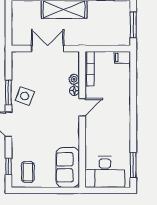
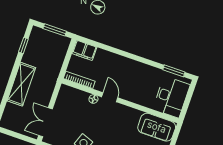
double door: (48, 49) -> (45, 122), moved
filing cabinet: (122, 57) -> (84, 50), width x2.00
plant: (74, 79) -> (84, 96), removed

